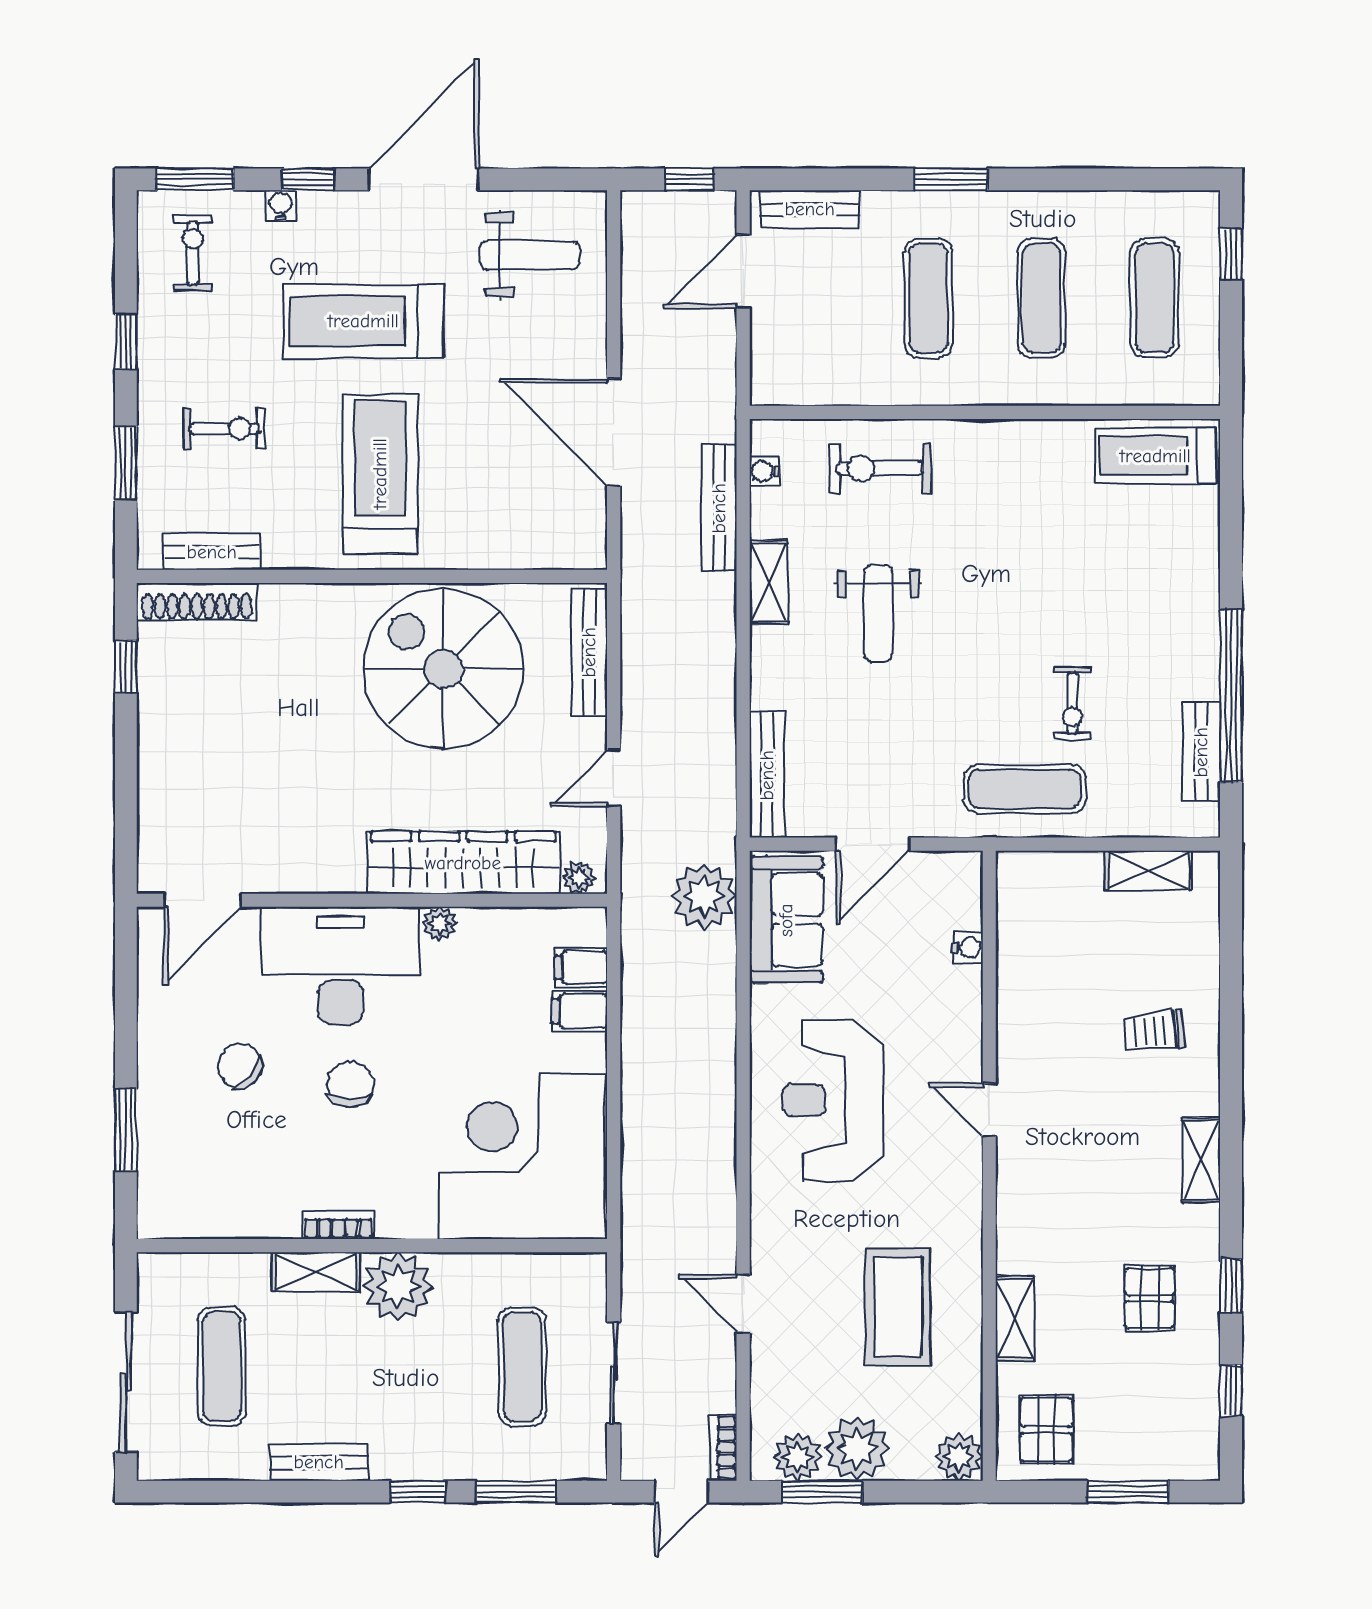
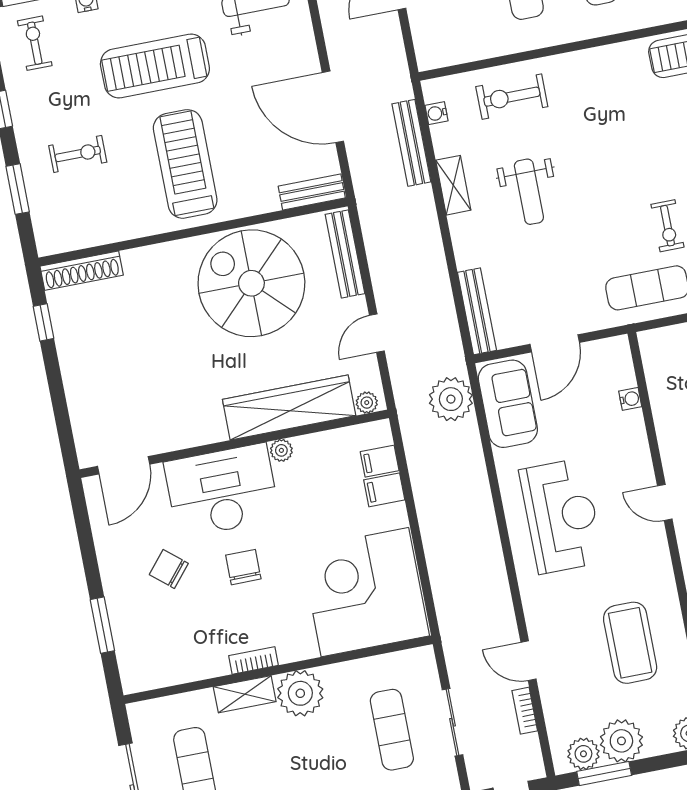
bench: (212, 552) -> (312, 192), moved
reception desk: (833, 1100) -> (561, 516), turned 180
bookcase: (723, 1448) -> (525, 711), moved

